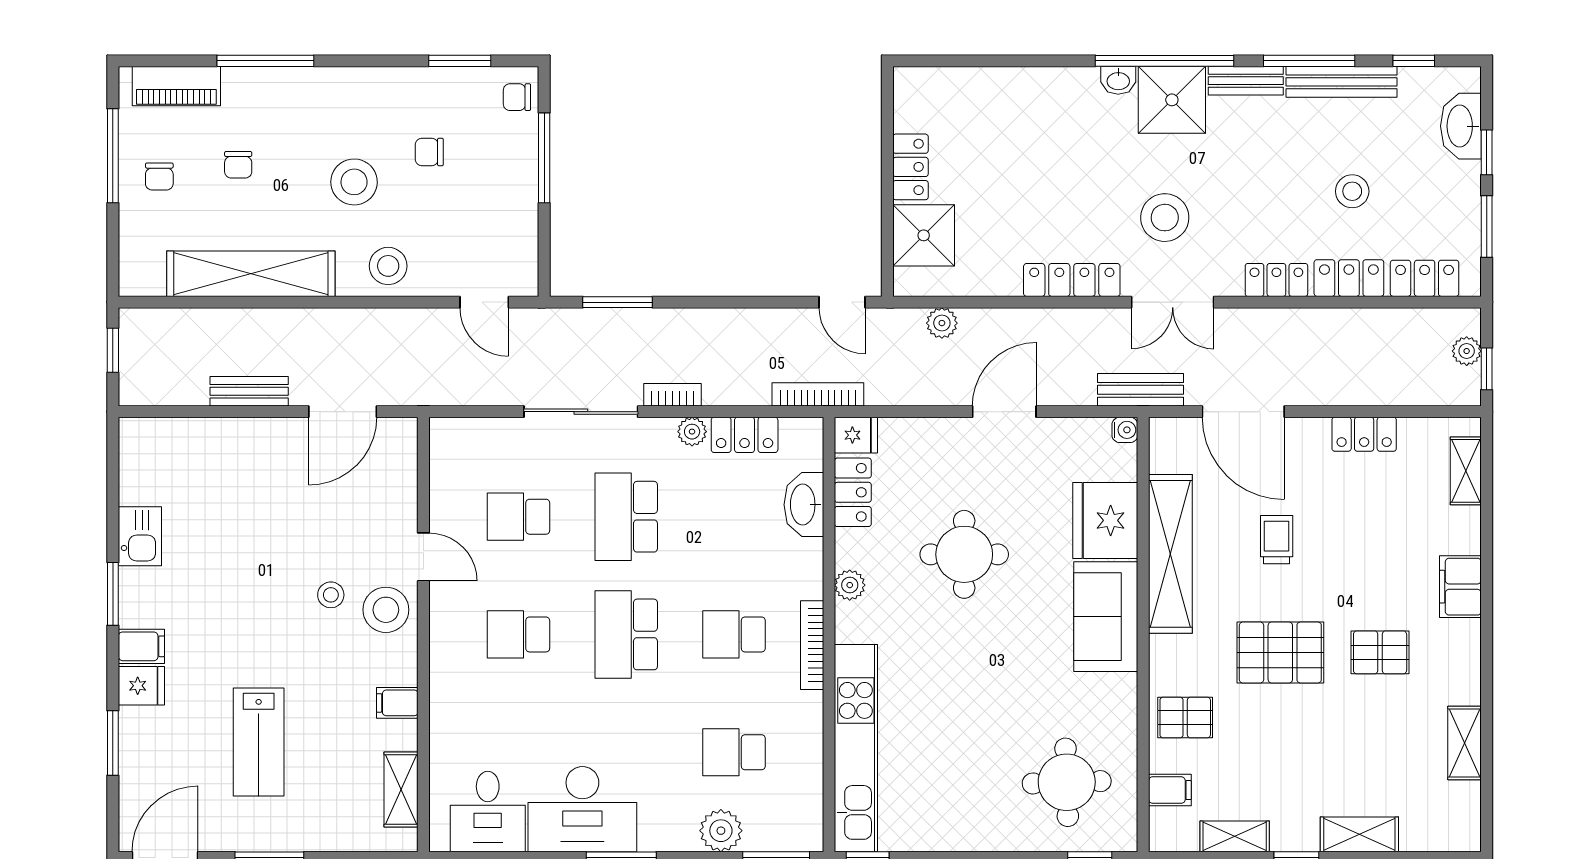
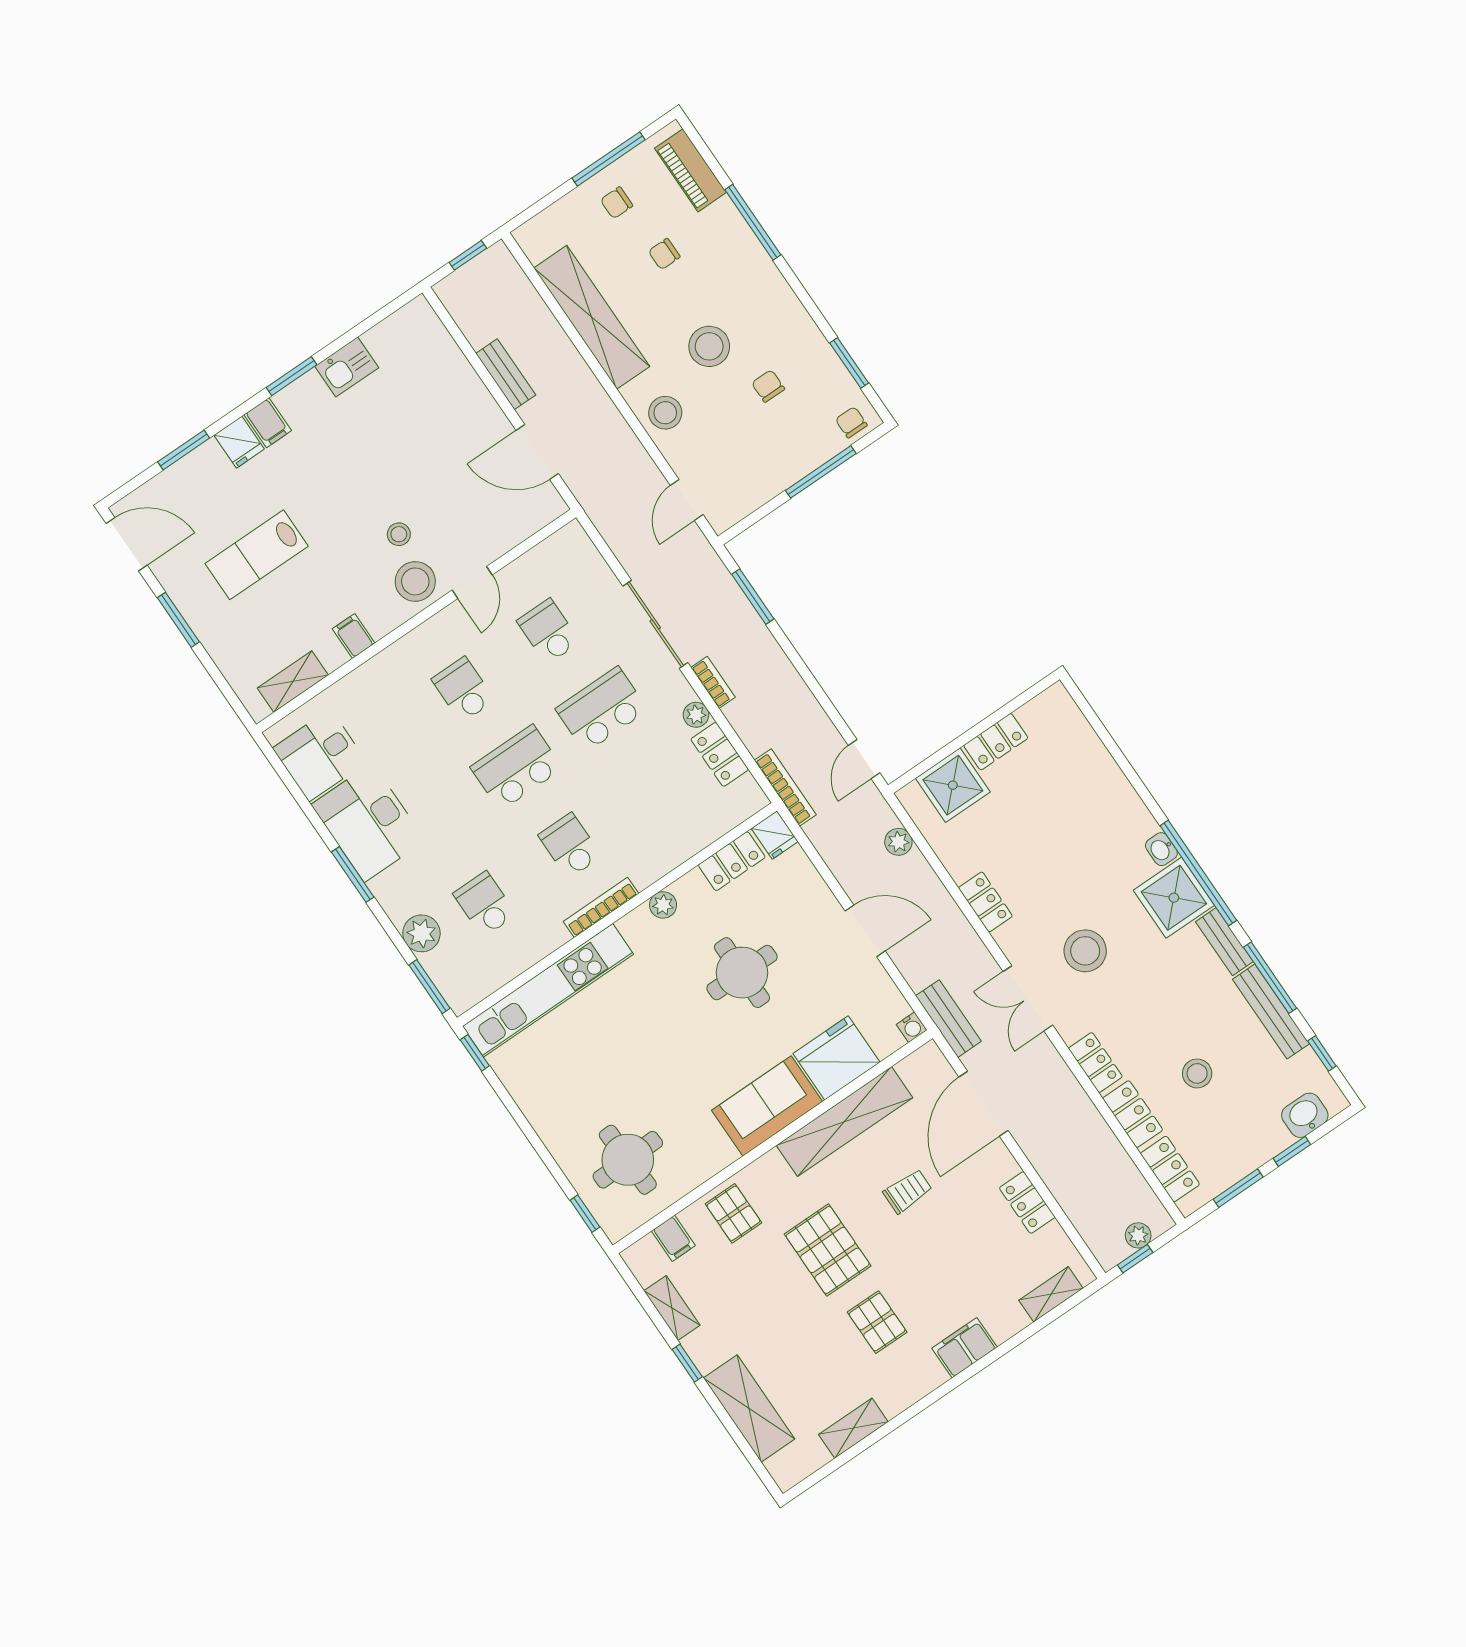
washbasin: (1461, 126) -> (1305, 1115), width x0.72
locker: (1072, 280) -> (985, 902), width x0.66
washbasin: (804, 505) -> (699, 832), removed
shelving: (1359, 834) -> (749, 1409), width x1.50, depth x1.33

